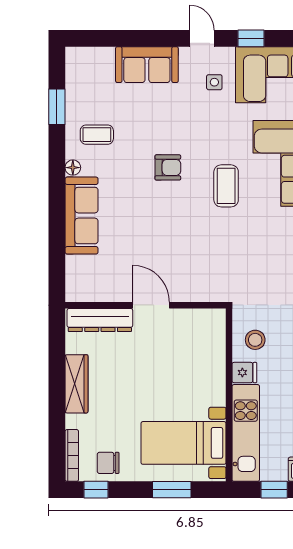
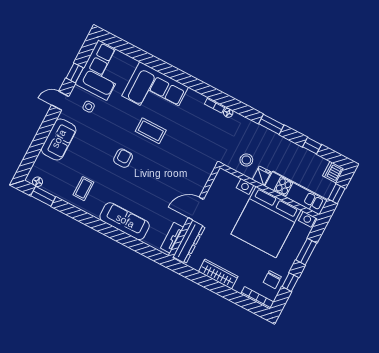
window: (57, 107) -> (43, 196), moved
floor lamp: (73, 168) -> (38, 182), moved
tv unit: (93, 293) -> (172, 238), added
bed with nightstands: (184, 443) -> (266, 222), width x1.85
window: (96, 490) -> (290, 282), moved

